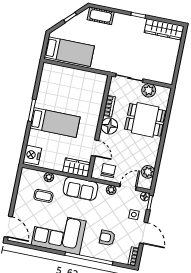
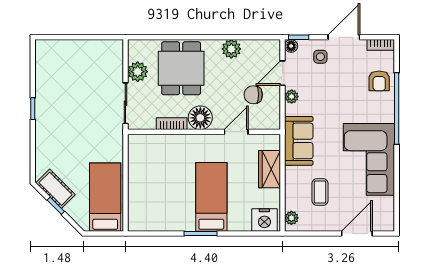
cot: (101, 16) -> (56, 189), moved, turned -45
wardrobe: (164, 29) -> (45, 68), removed
wardrobe: (77, 167) -> (269, 169), moved
chair: (108, 171) -> (253, 95), moved
plant: (148, 172) -> (231, 49), moved
plant: (49, 177) -> (291, 218), moved
door: (128, 187) -> (282, 73), hinge flipped
door: (8, 227) -> (357, 234), moved
armchair: (107, 238) -> (379, 81), moved

